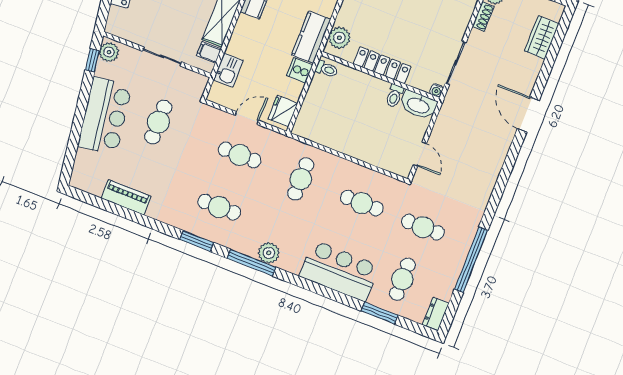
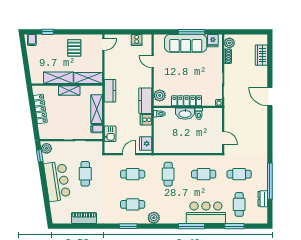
washbasin: (418, 105) -> (185, 114), moved
plant: (269, 253) -> (154, 218), moved
window: (252, 263) -> (192, 226), moved
dresser: (436, 314) -> (263, 199), moved

